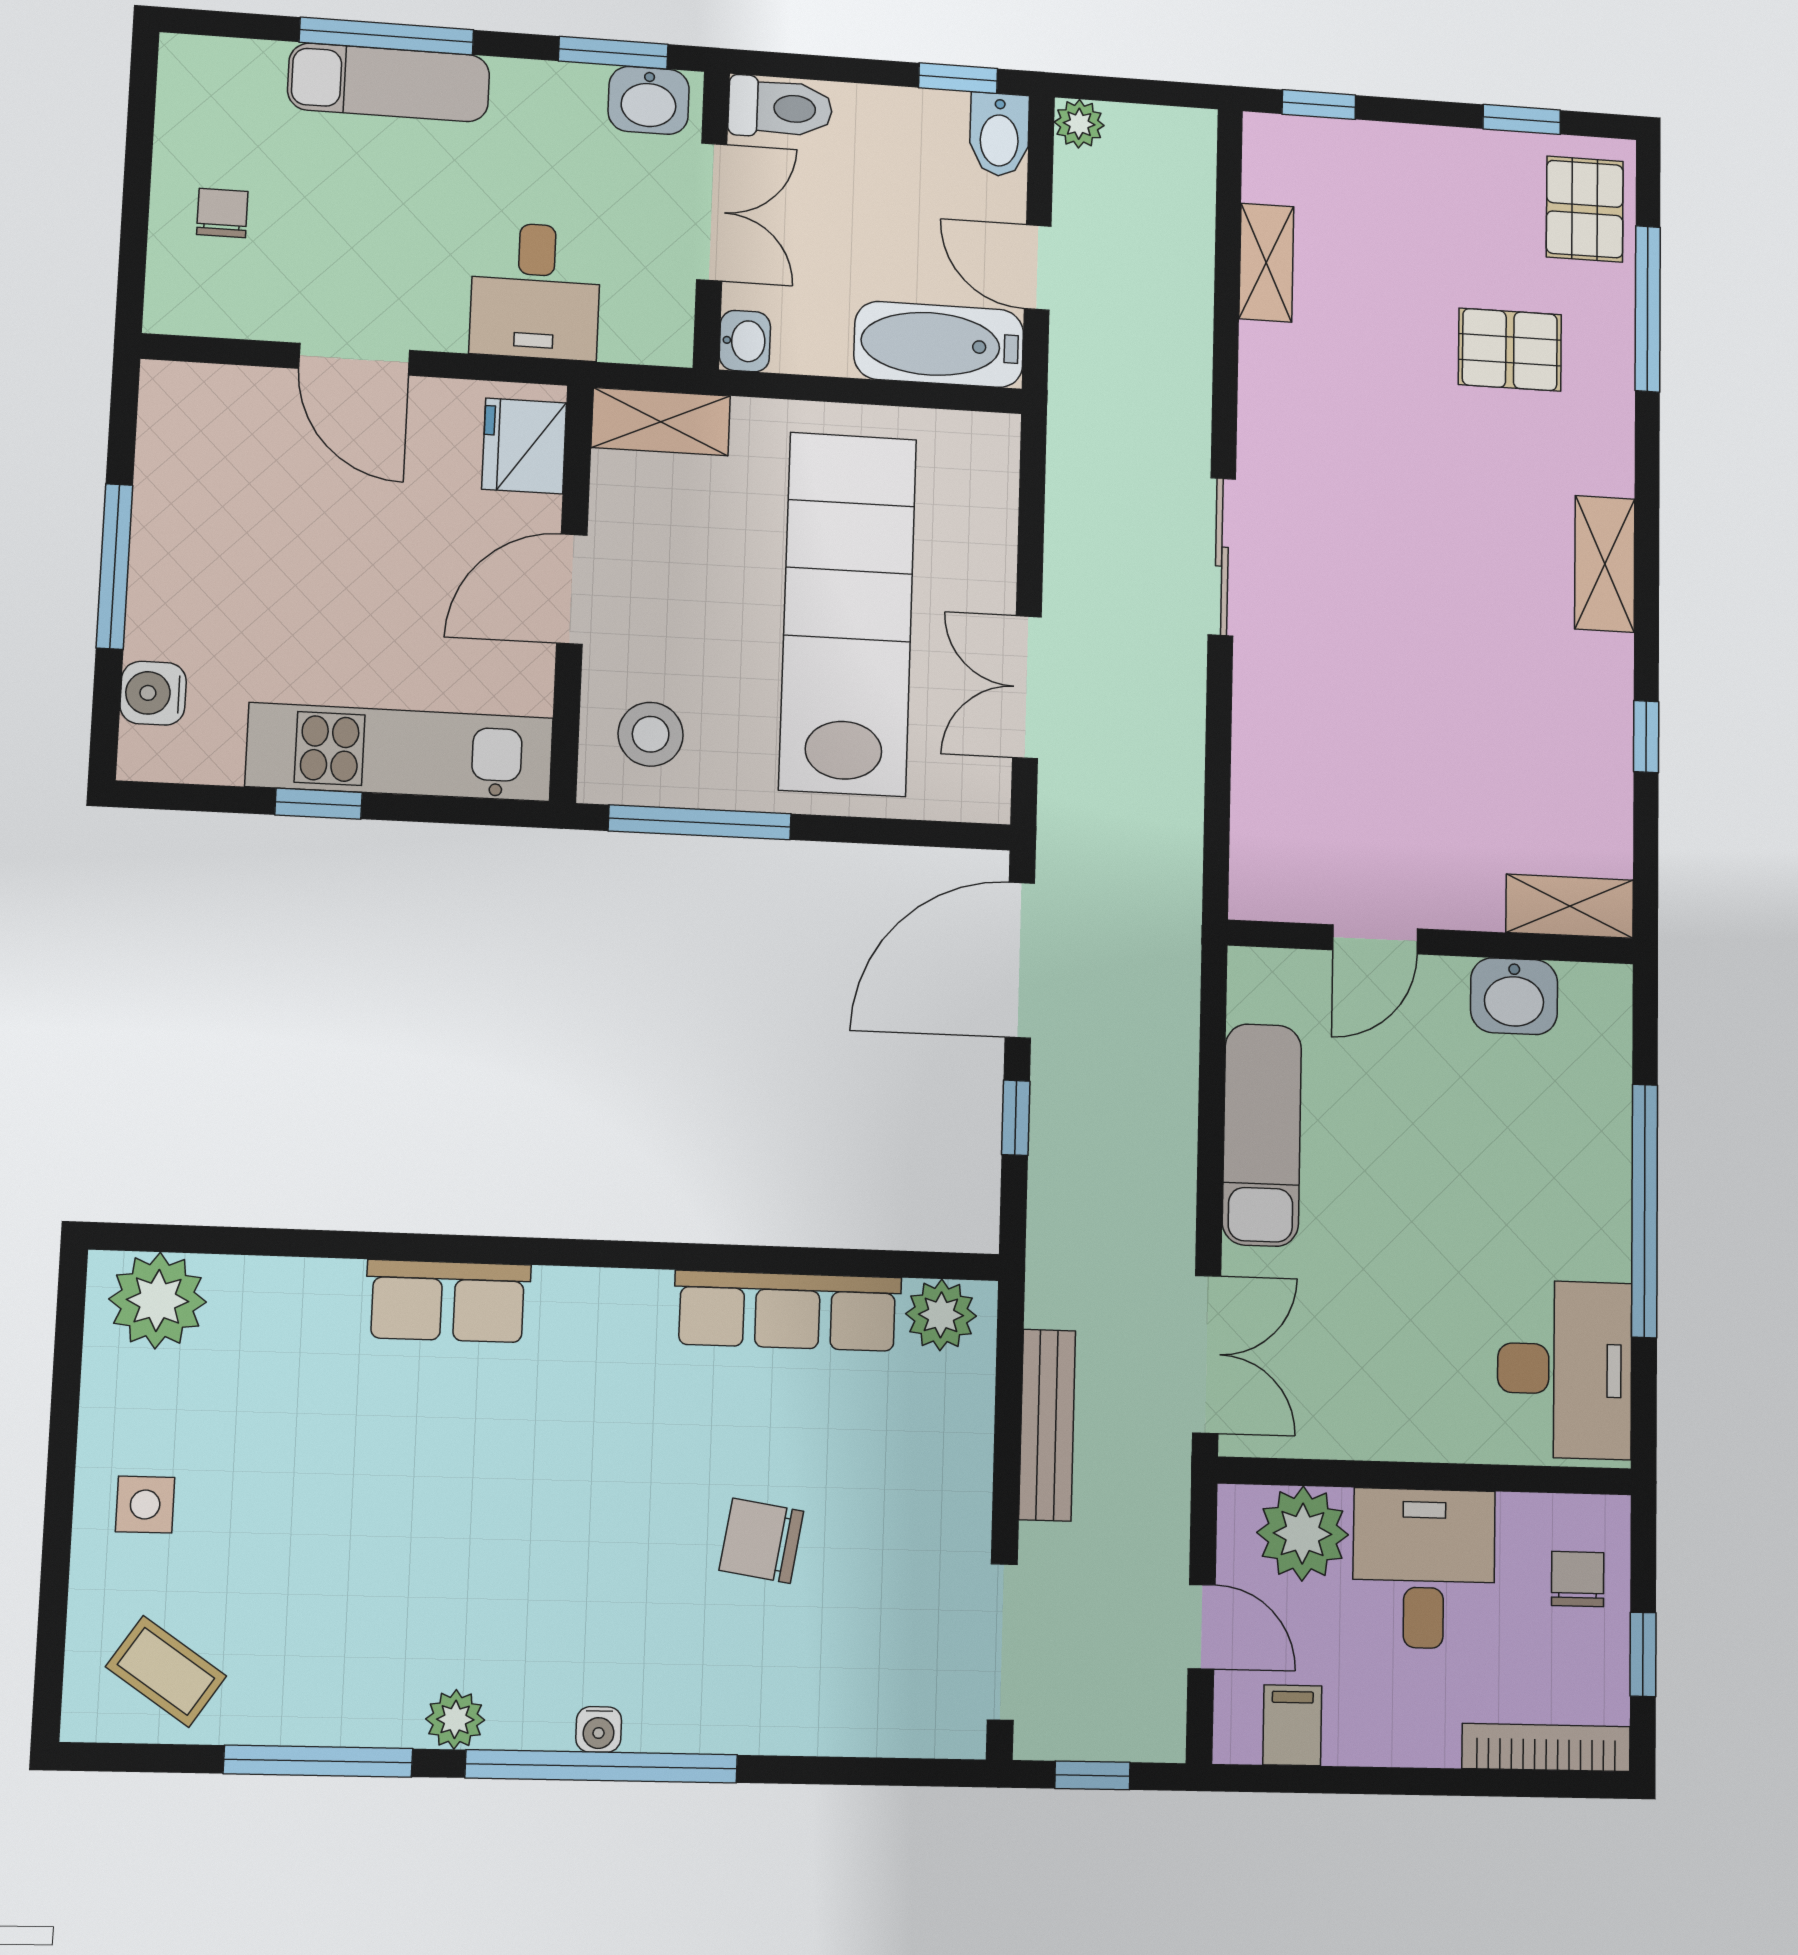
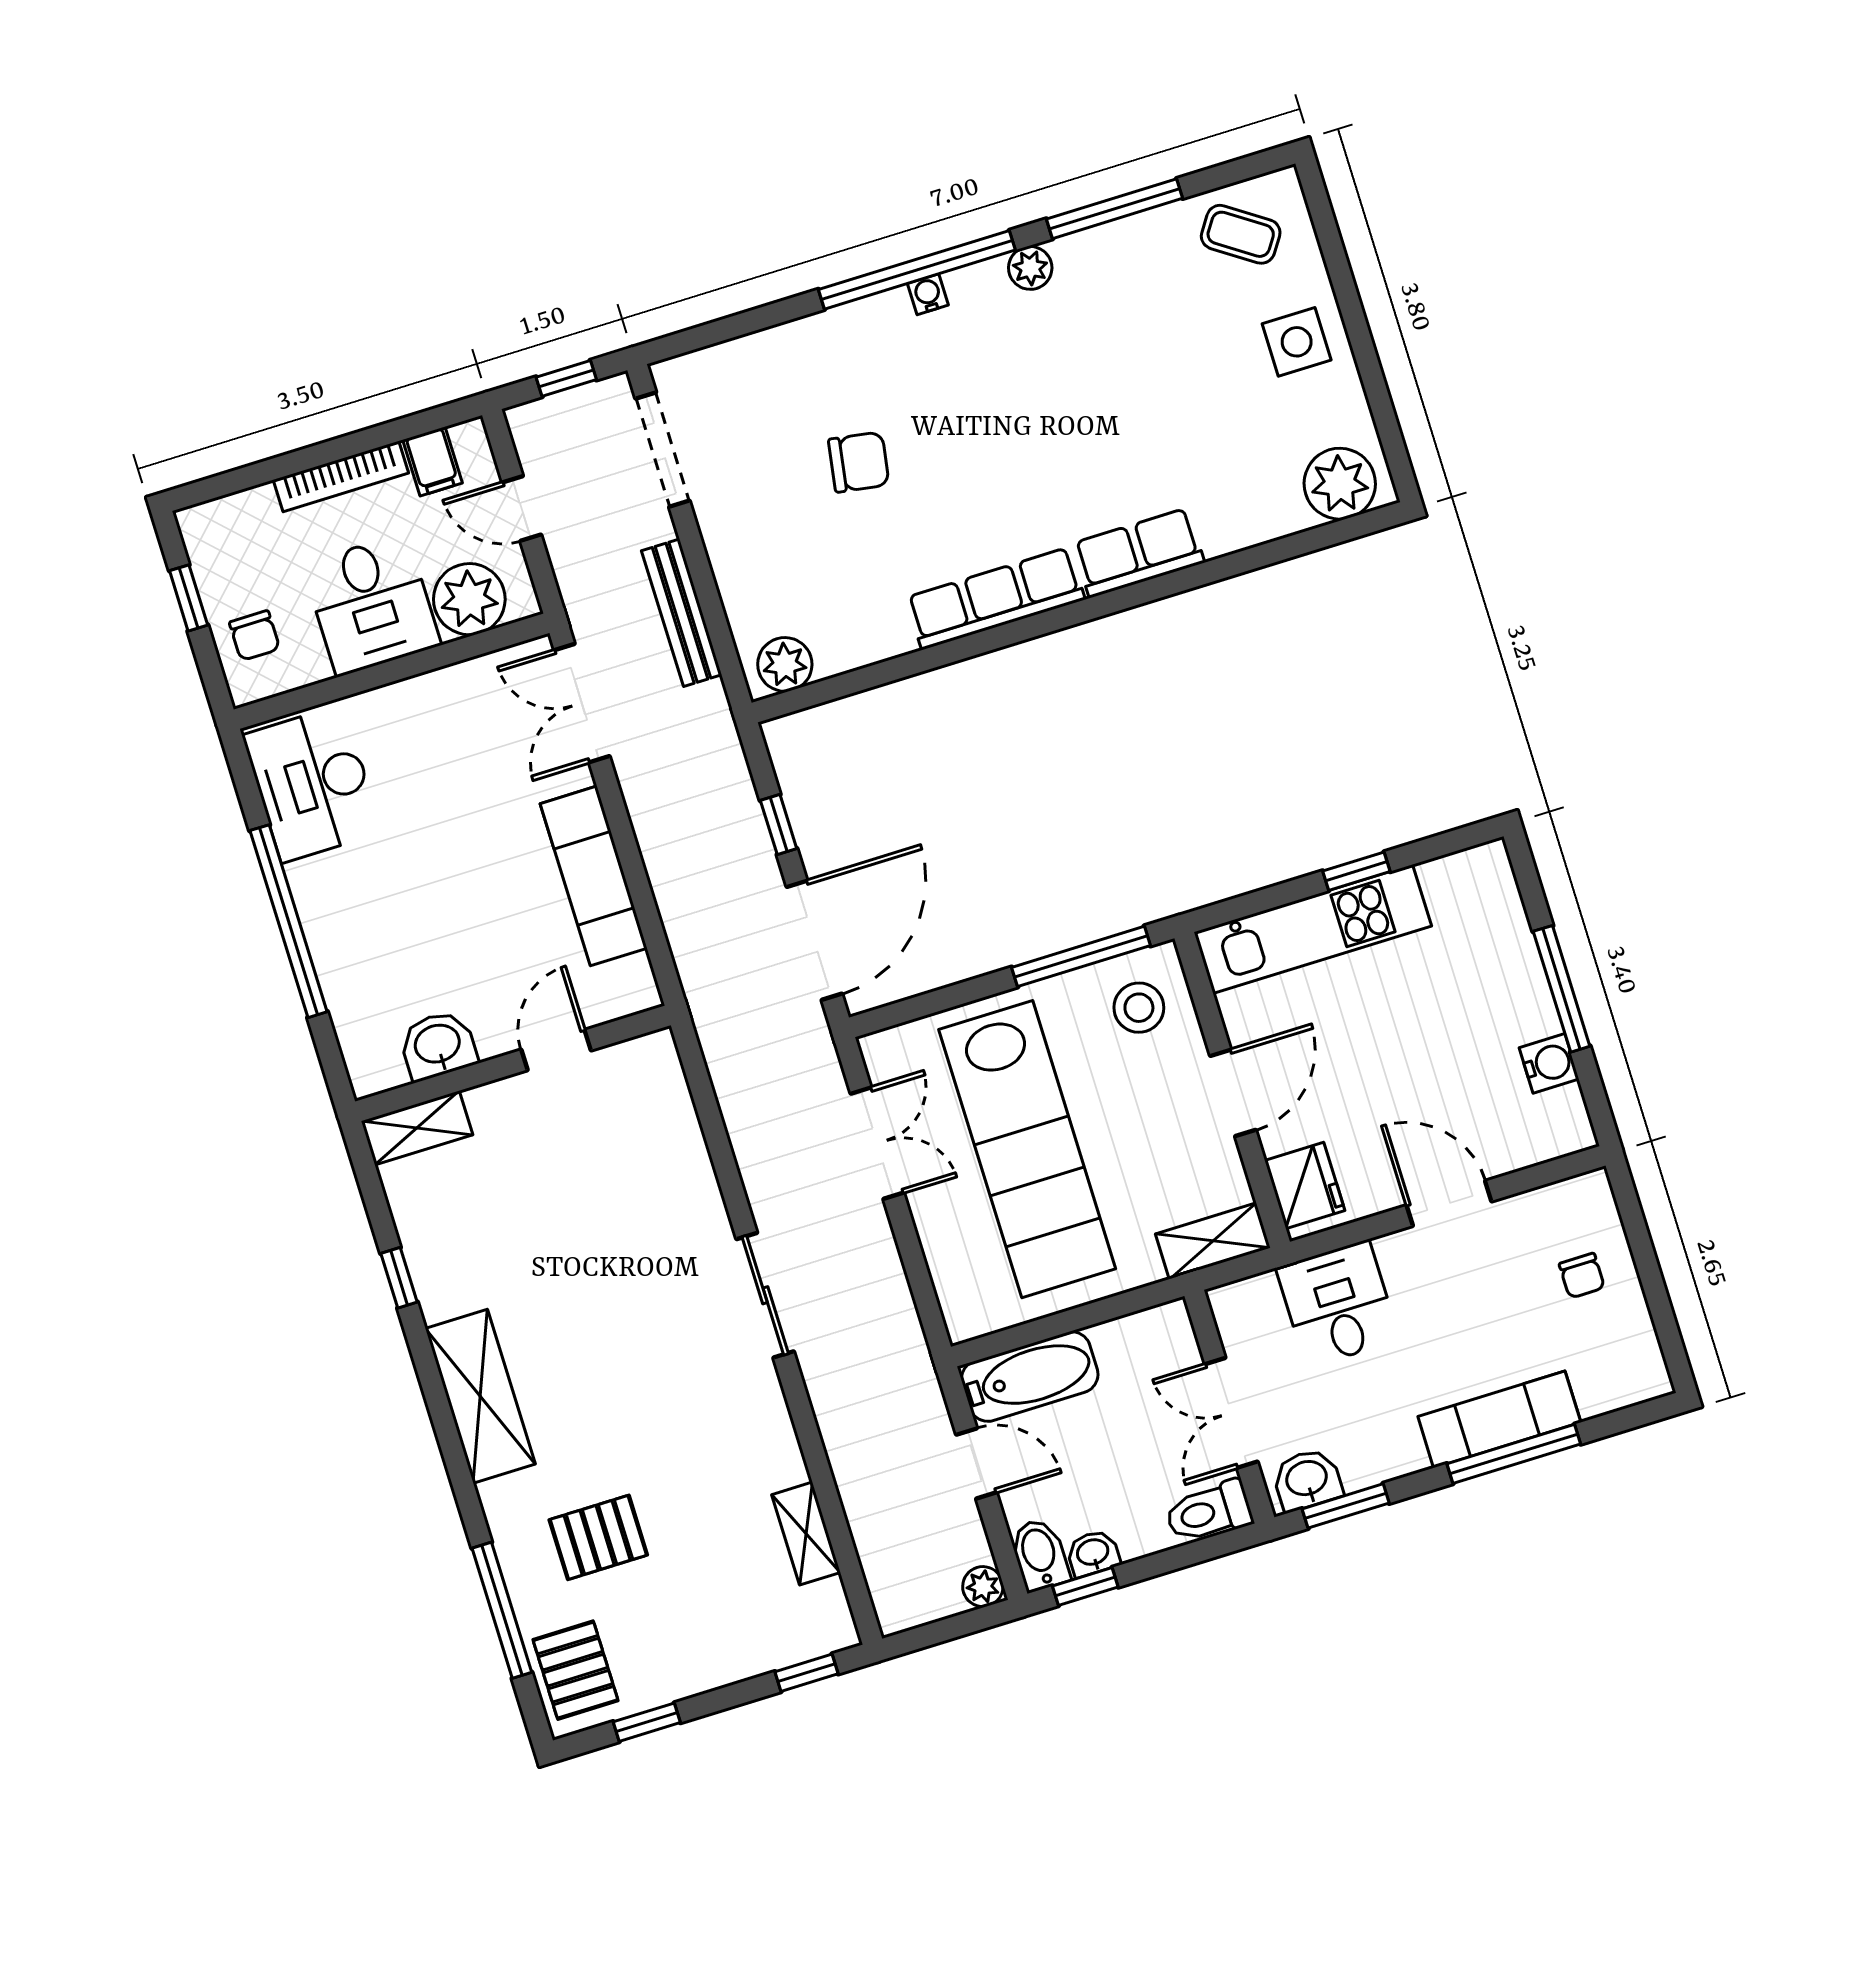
washbasin: (745, 341) -> (1093, 1553), moved, turned 90
shelving: (1605, 564) -> (480, 1396), width x1.50, depth x1.33
water cooler: (153, 693) -> (1549, 1063), moved
row of seats: (788, 1311) -> (995, 599), moved
side table: (145, 1505) -> (1297, 342), width x1.37, depth x1.37
bookcase: (1546, 1747) -> (341, 476), moved

